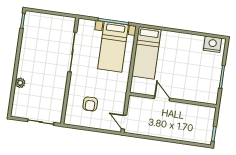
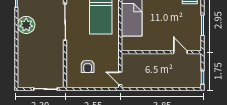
plant: (20, 83) -> (26, 25), moved, width x1.87, depth x1.87
door: (162, 98) -> (180, 52), moved

